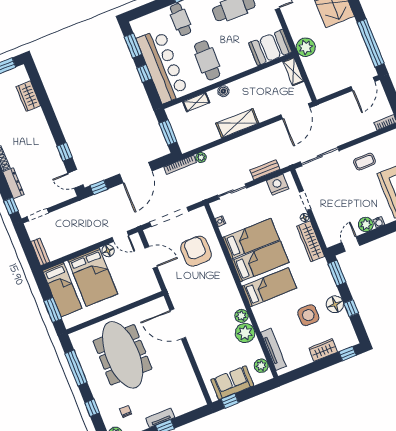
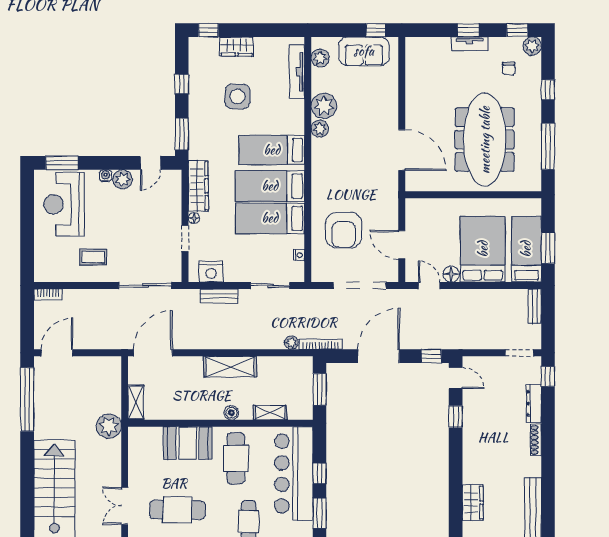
booth: (270, 48) -> (188, 443), moved
floor lamp: (335, 304) -> (200, 97), removed
window: (53, 310) -> (548, 248), moved

